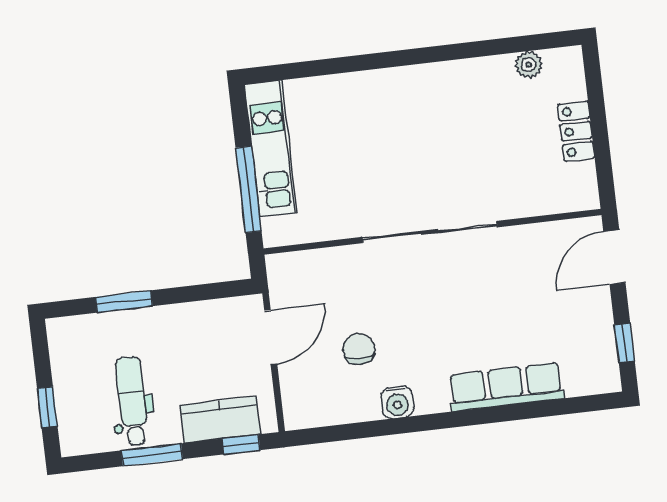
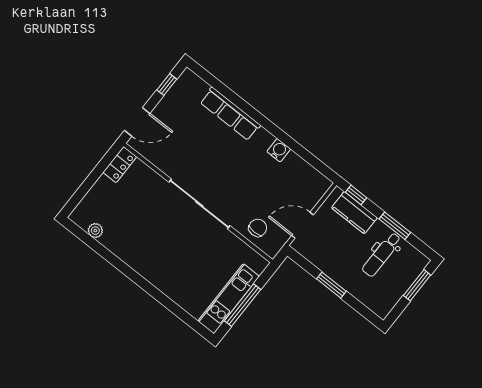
locker: (576, 131) -> (120, 165), moved
window: (249, 189) -> (242, 305), moved
window: (124, 302) -> (331, 285), moved
chair: (359, 349) -> (258, 228), moved, turned 180
window: (47, 407) -> (417, 285), width x1.50

